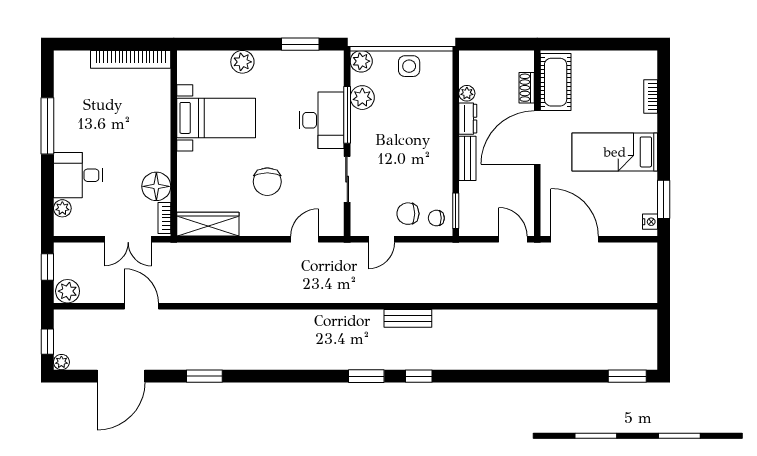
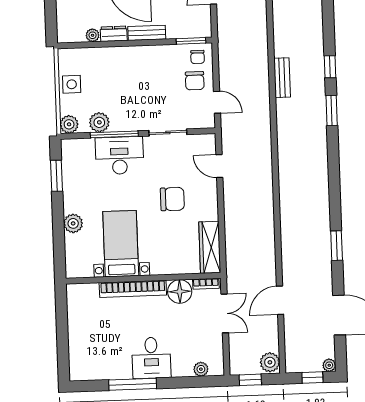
bookcase: (131, 59) -> (133, 289), moved, turned 90
desk: (78, 175) -> (151, 358), moved

